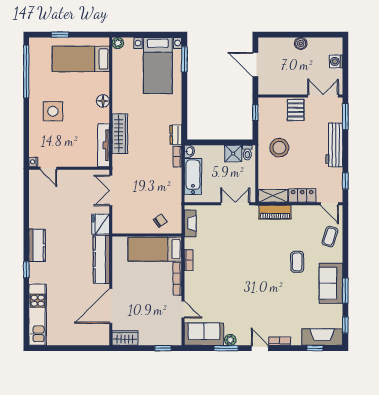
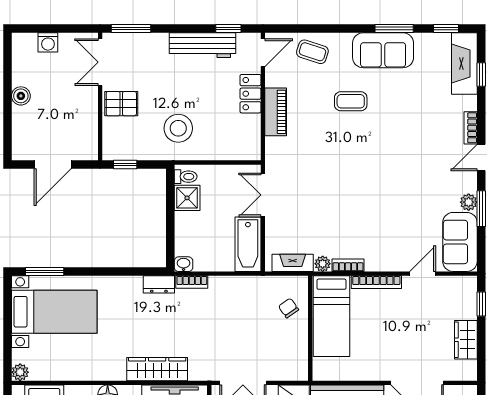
workbench: (334, 145) -> (203, 45), moved
bathtub: (193, 176) -> (248, 244), moved, turned -90
shelving: (273, 196) -> (251, 138), removed
piano: (275, 212) -> (276, 112), moved
plant: (190, 243) -> (323, 264), added
wardrobe: (125, 338) -> (466, 340), moved

